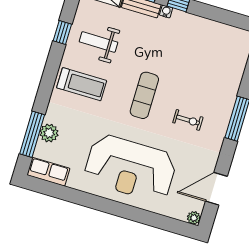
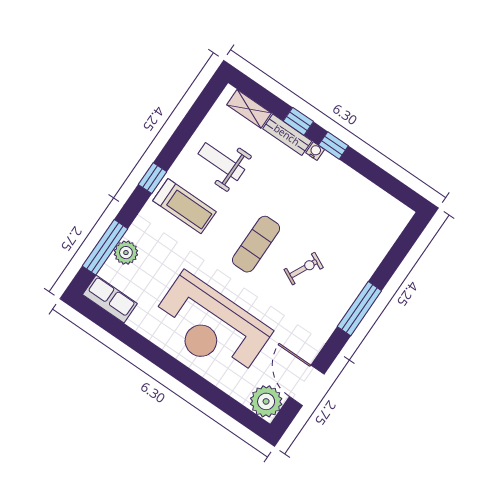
window: (62, 33) -> (153, 178), moved
exercise bike: (188, 120) -> (304, 269), moved, turned -64
door: (216, 189) -> (307, 385), hinge flipped
plant: (194, 218) -> (266, 401), width x1.87, depth x1.87

